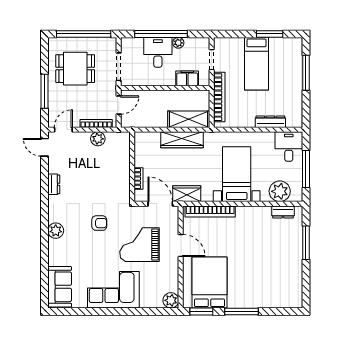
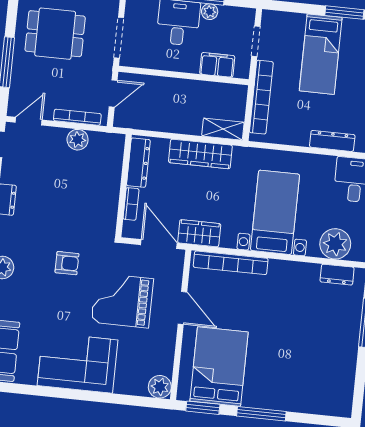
shelving: (189, 119) -> (223, 129), width x0.67, depth x0.75
dresser: (141, 150) -> (138, 163), added

